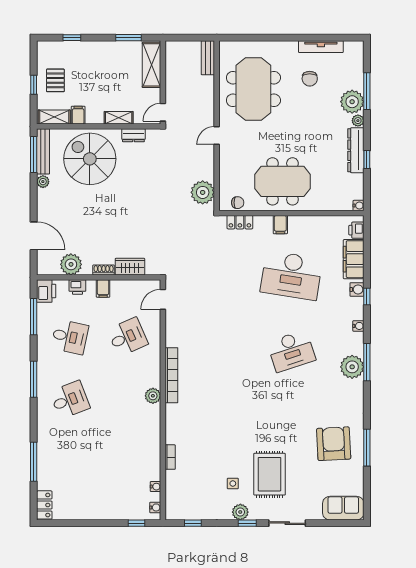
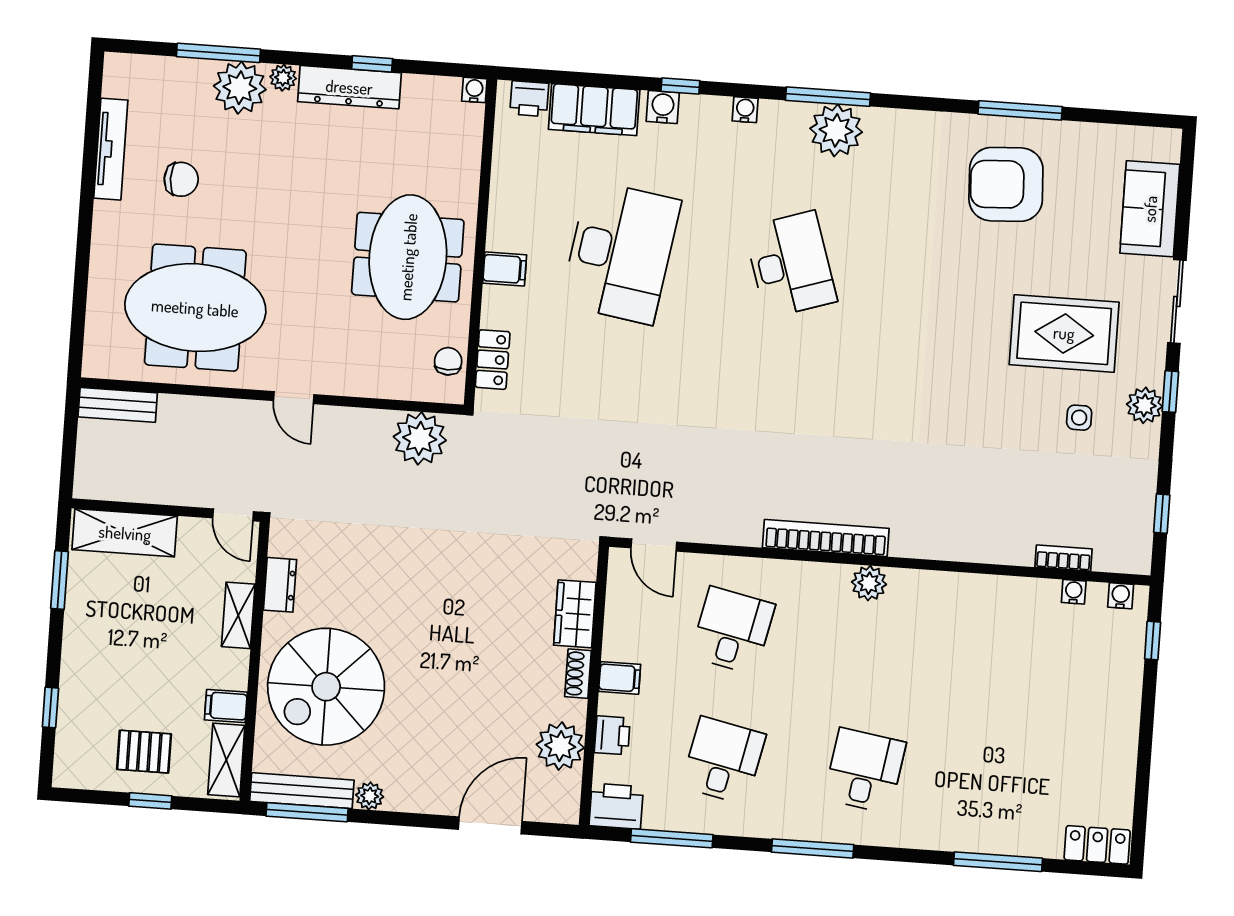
desk: (128, 337) -> (733, 630), turned 36
desk: (70, 400) -> (865, 771), turned 30
bookcase: (170, 457) -> (1064, 558), moved
sofa: (343, 508) -> (1150, 209), moved

